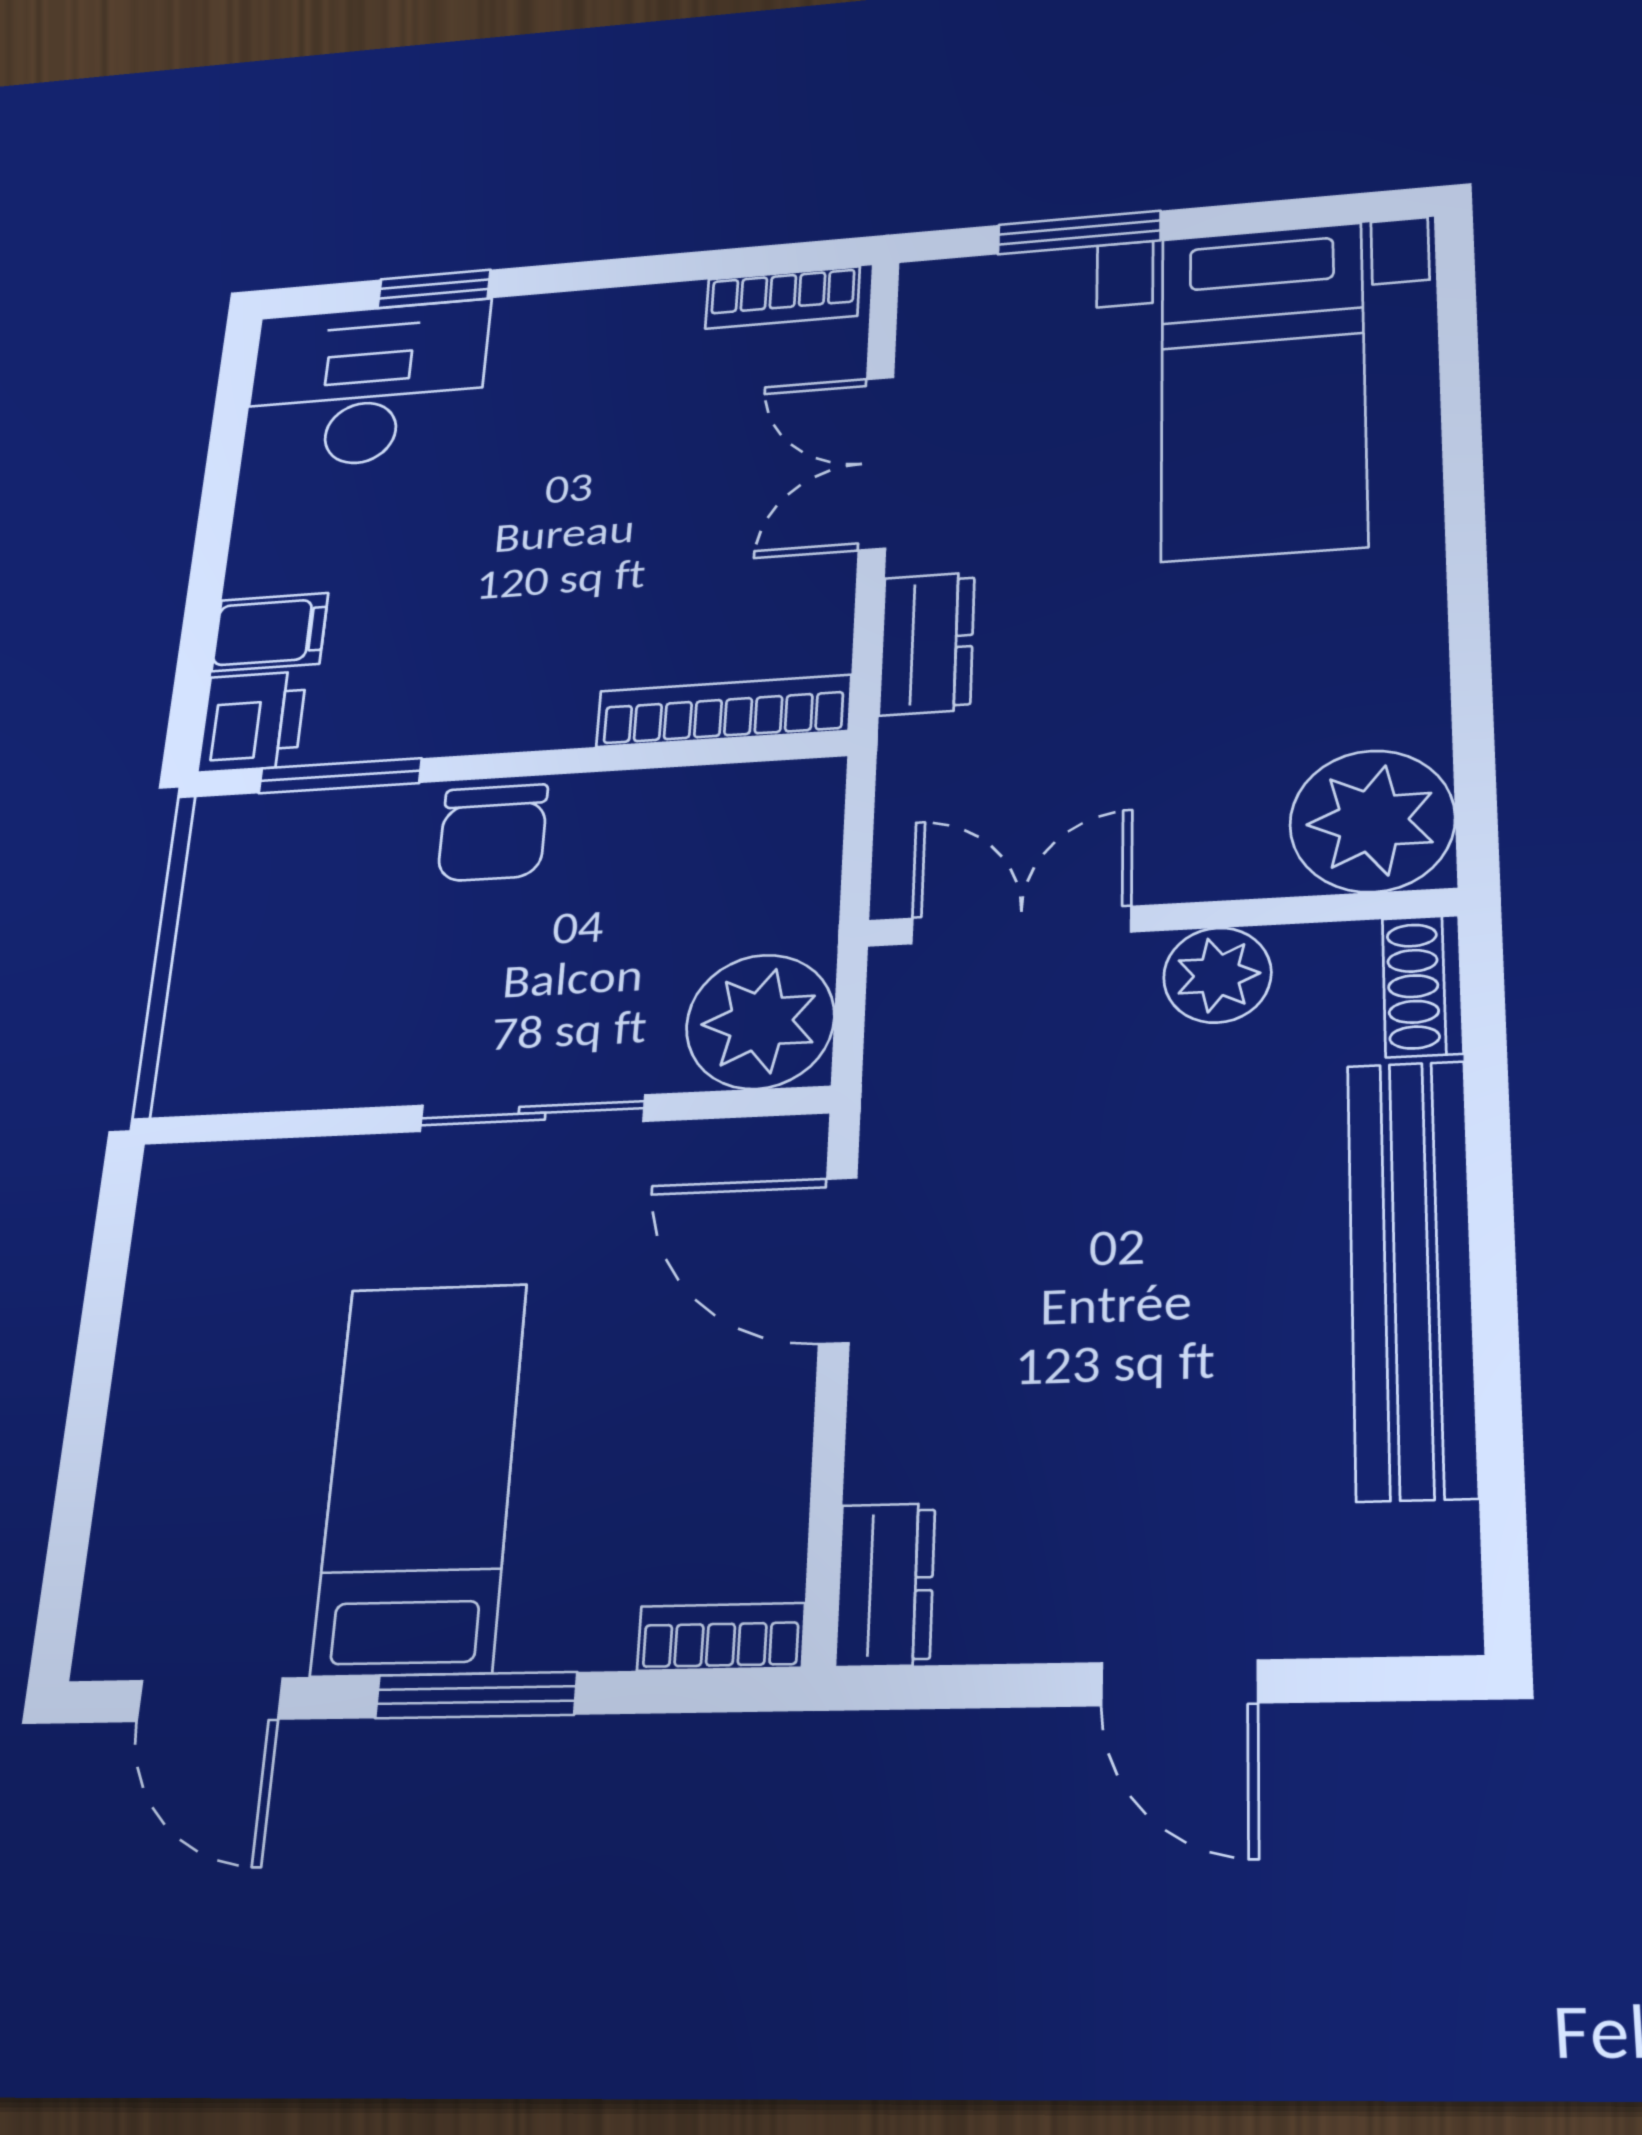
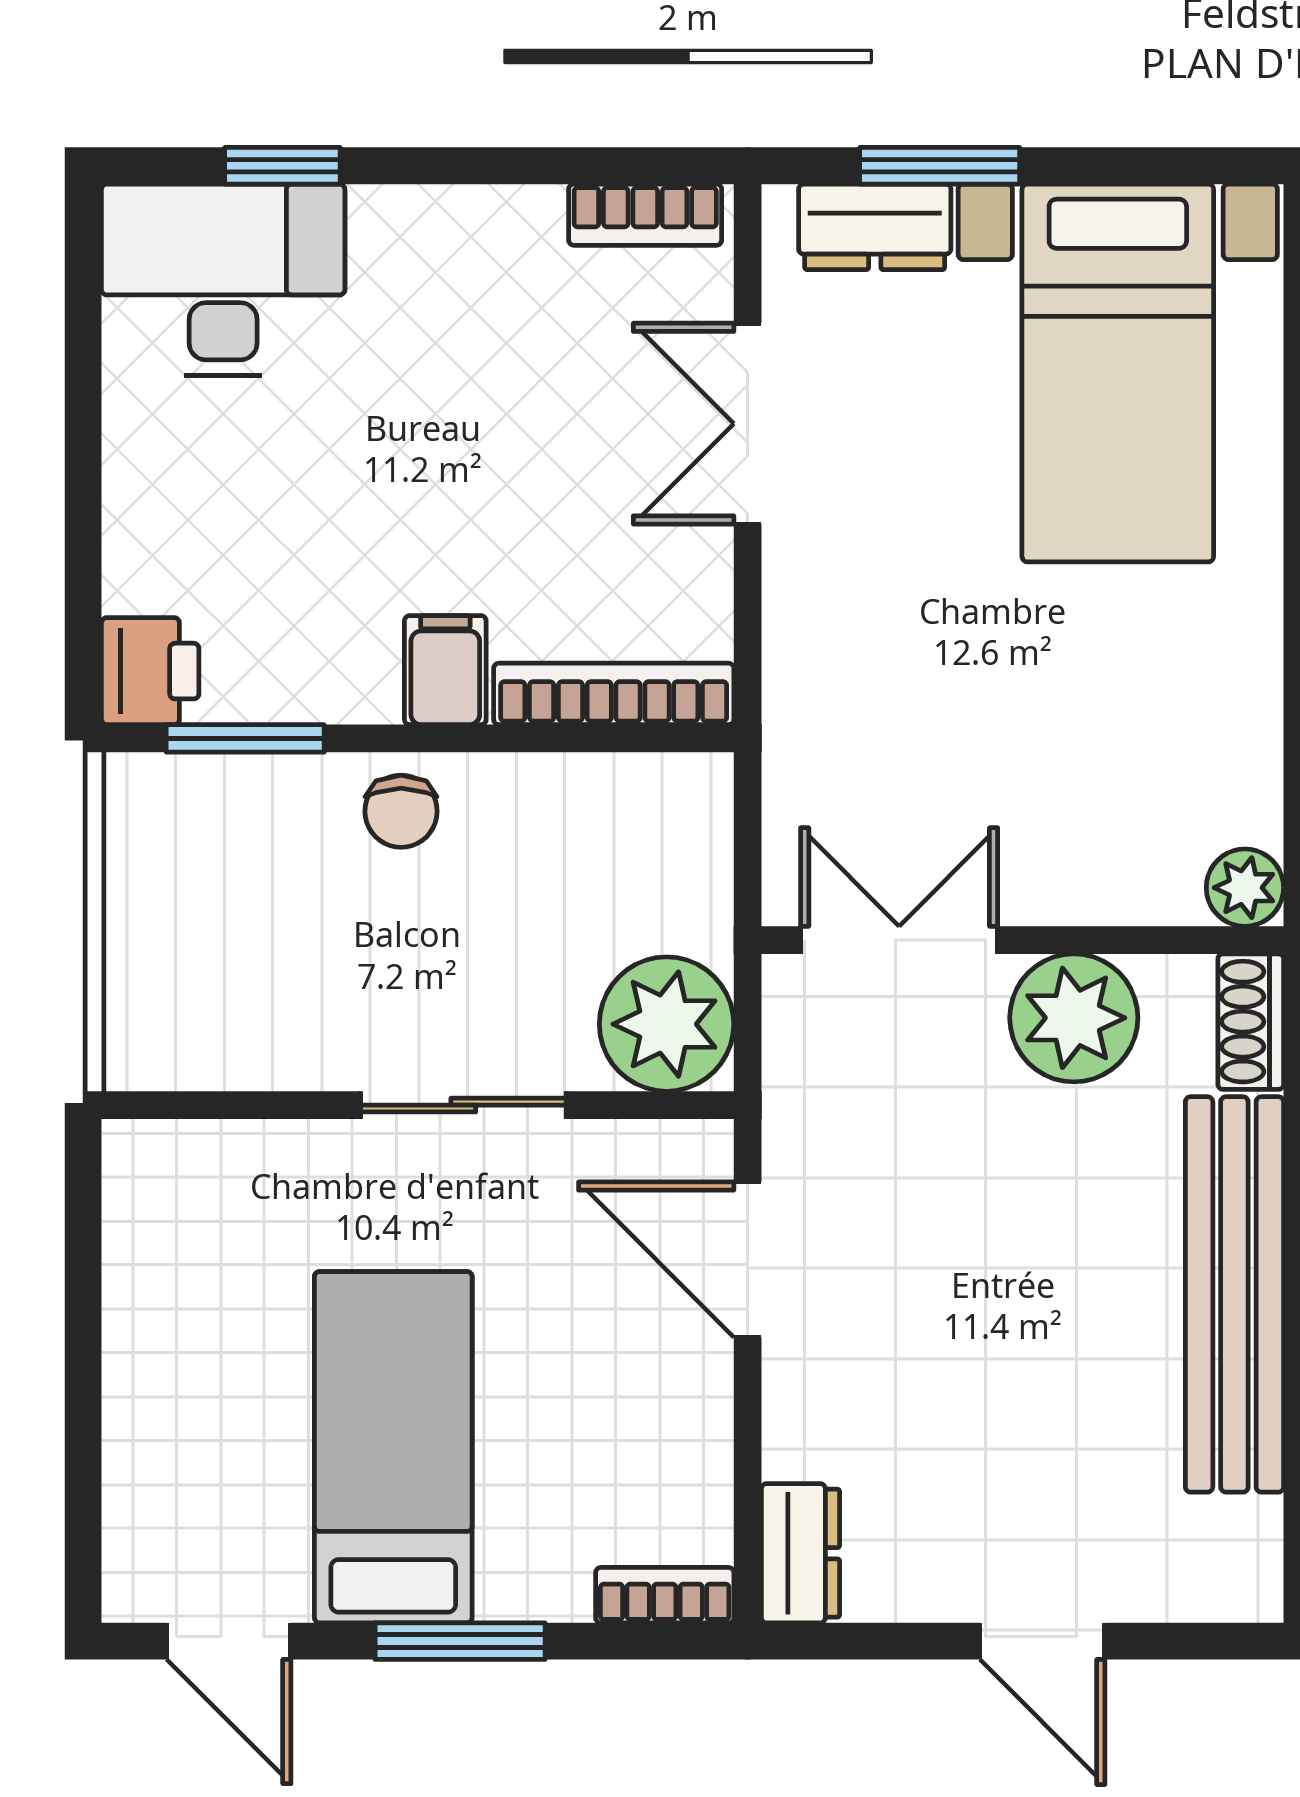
filing cabinet: (270, 632) -> (445, 670), moved, turned -90
dresser: (927, 643) -> (875, 227), moved, turned 90
plant: (1372, 821) -> (1245, 888), width x0.53, depth x0.53
chair: (493, 833) -> (401, 811), width x0.73, depth x0.73
plant: (1217, 975) -> (1074, 1018), width x1.36, depth x1.36

